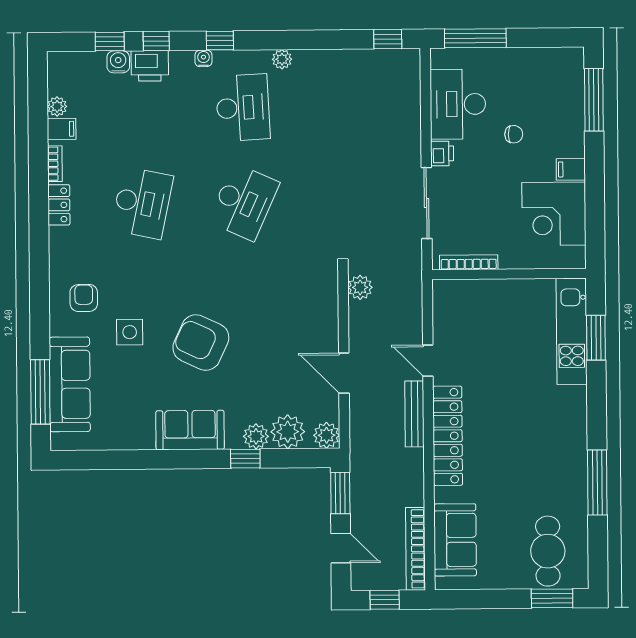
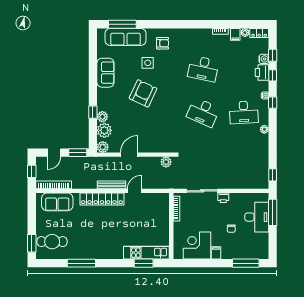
desk: (458, 104) -> (257, 217), moved, turned 90
locker: (59, 205) -> (259, 33), moved
sofa: (190, 430) -> (105, 73), moved

